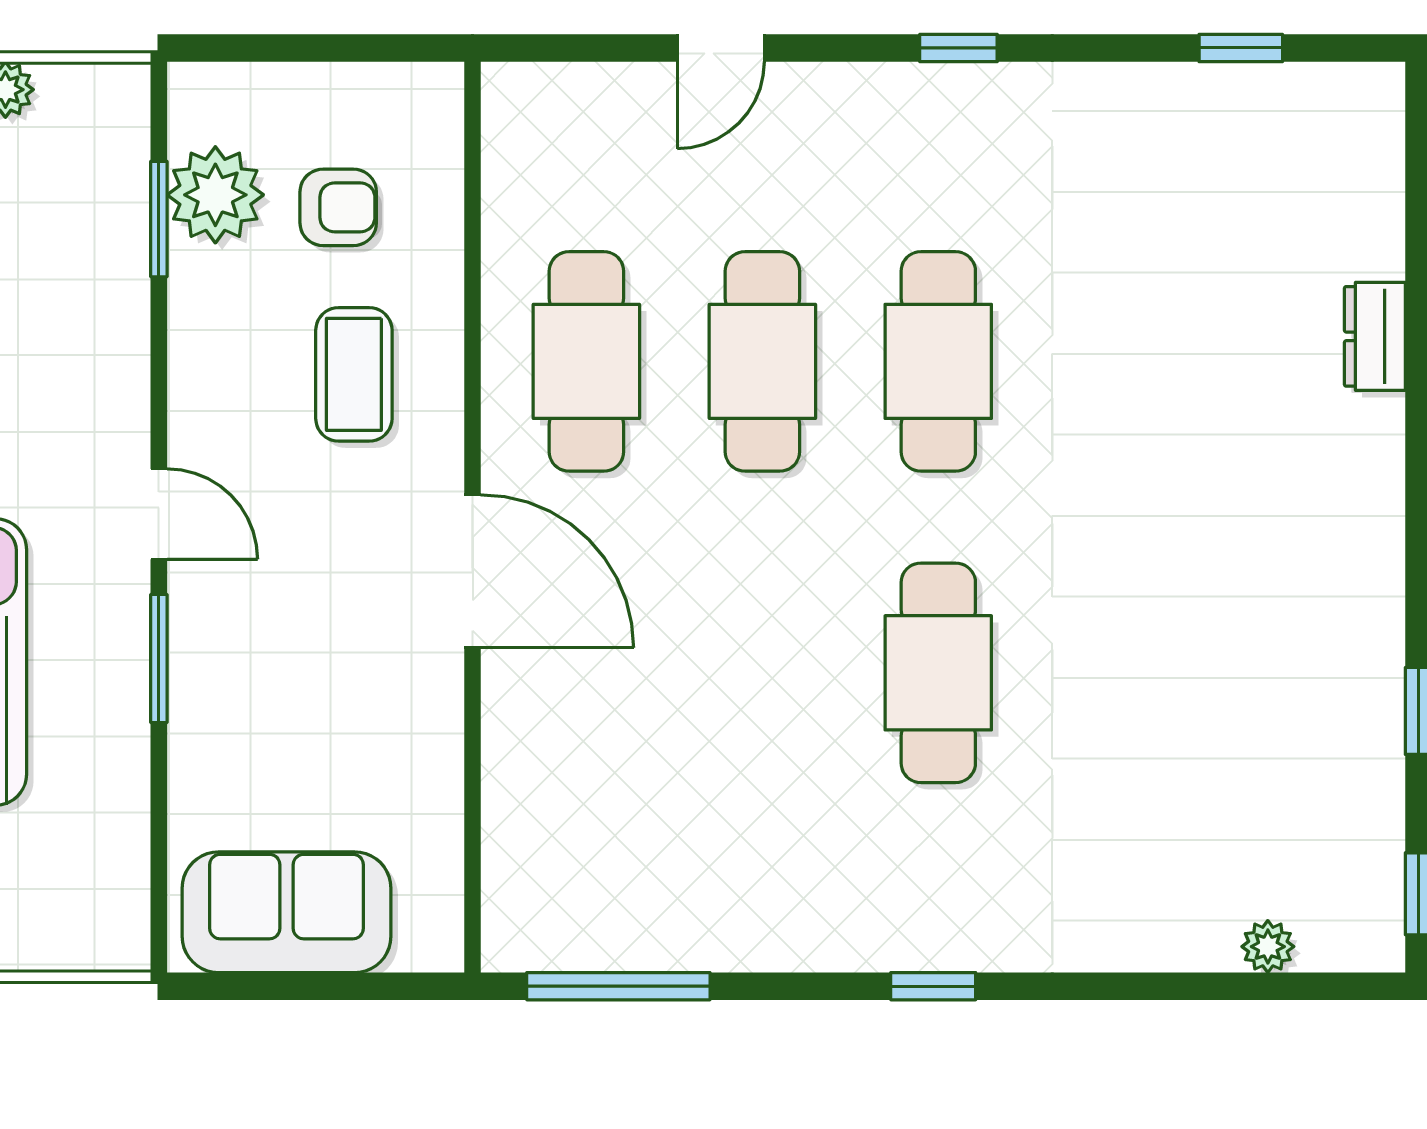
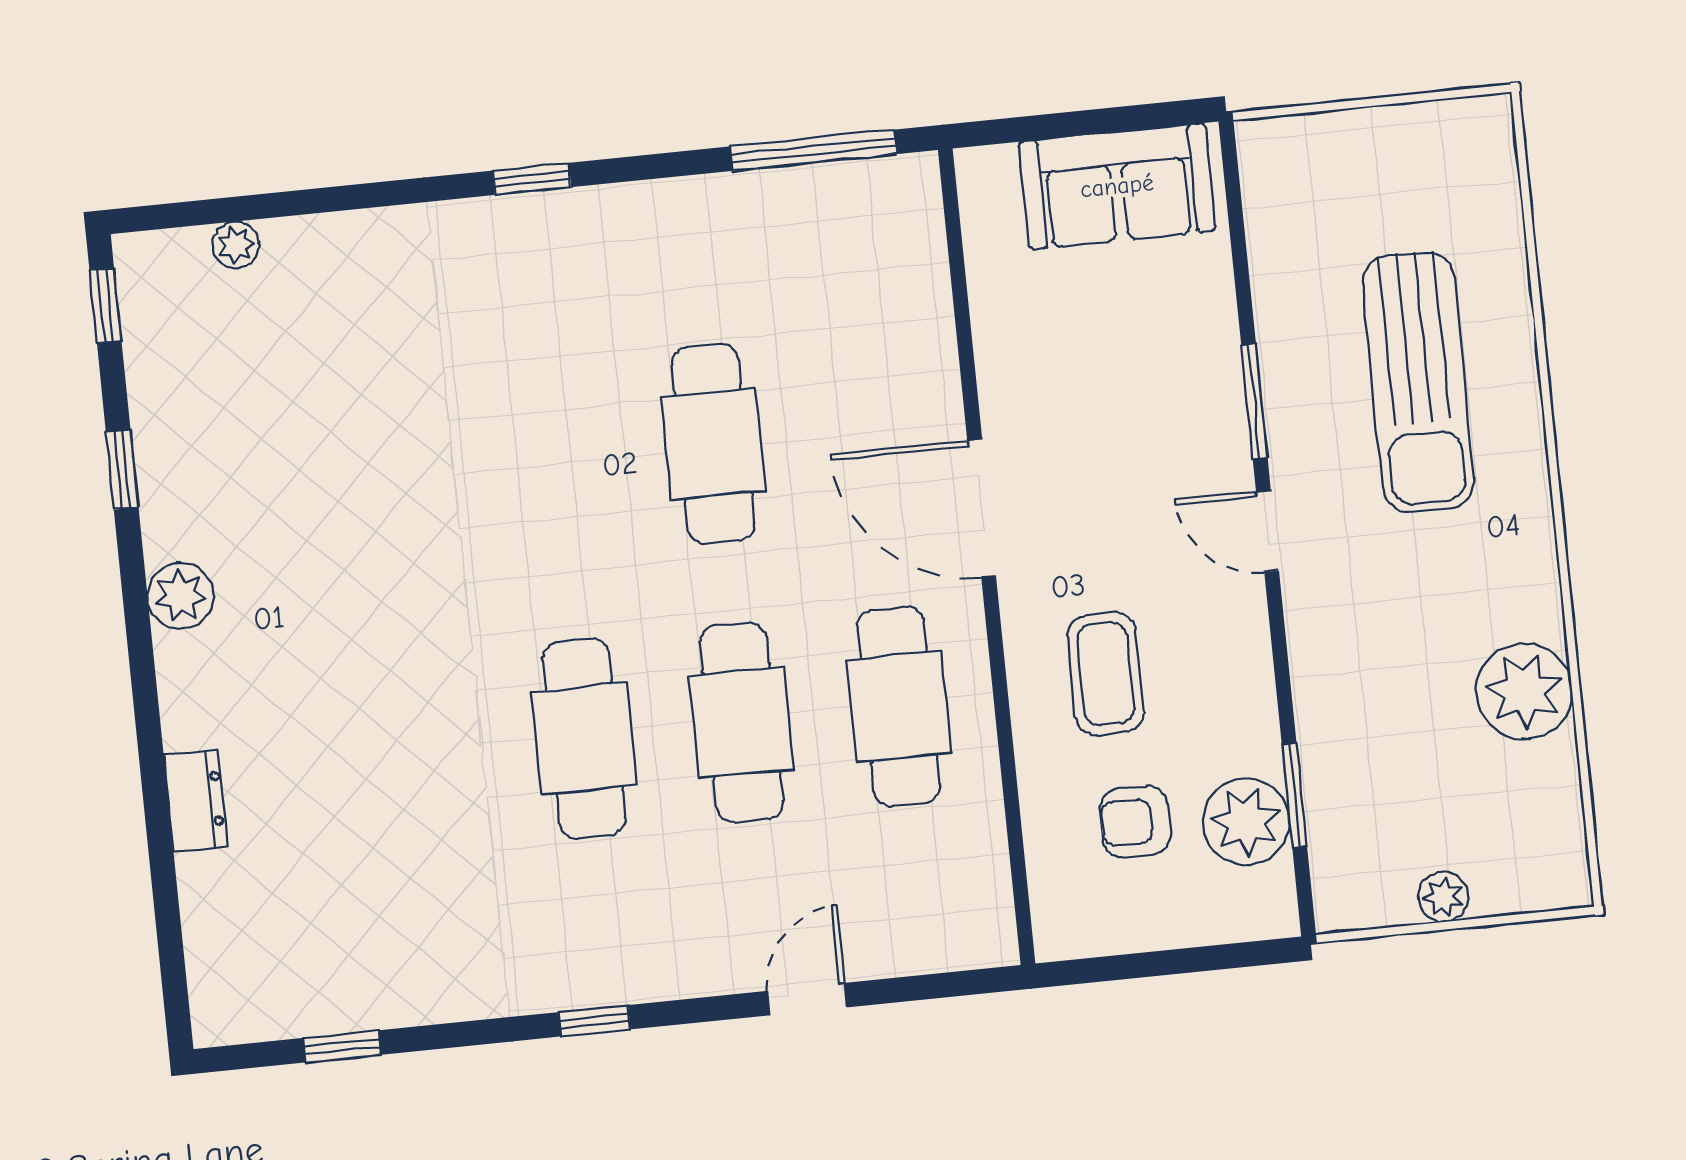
plant: (1368, 564) -> (181, 596), added
cafe table: (938, 673) -> (713, 444), moved

